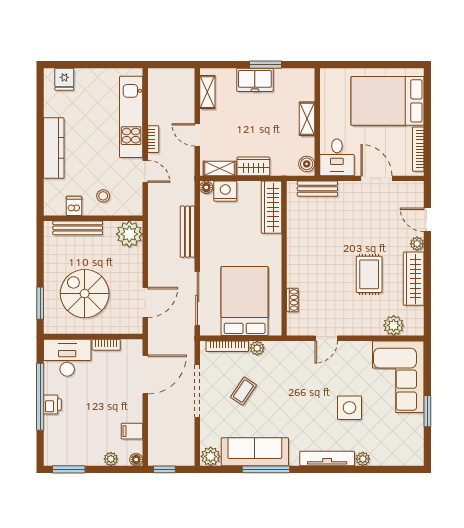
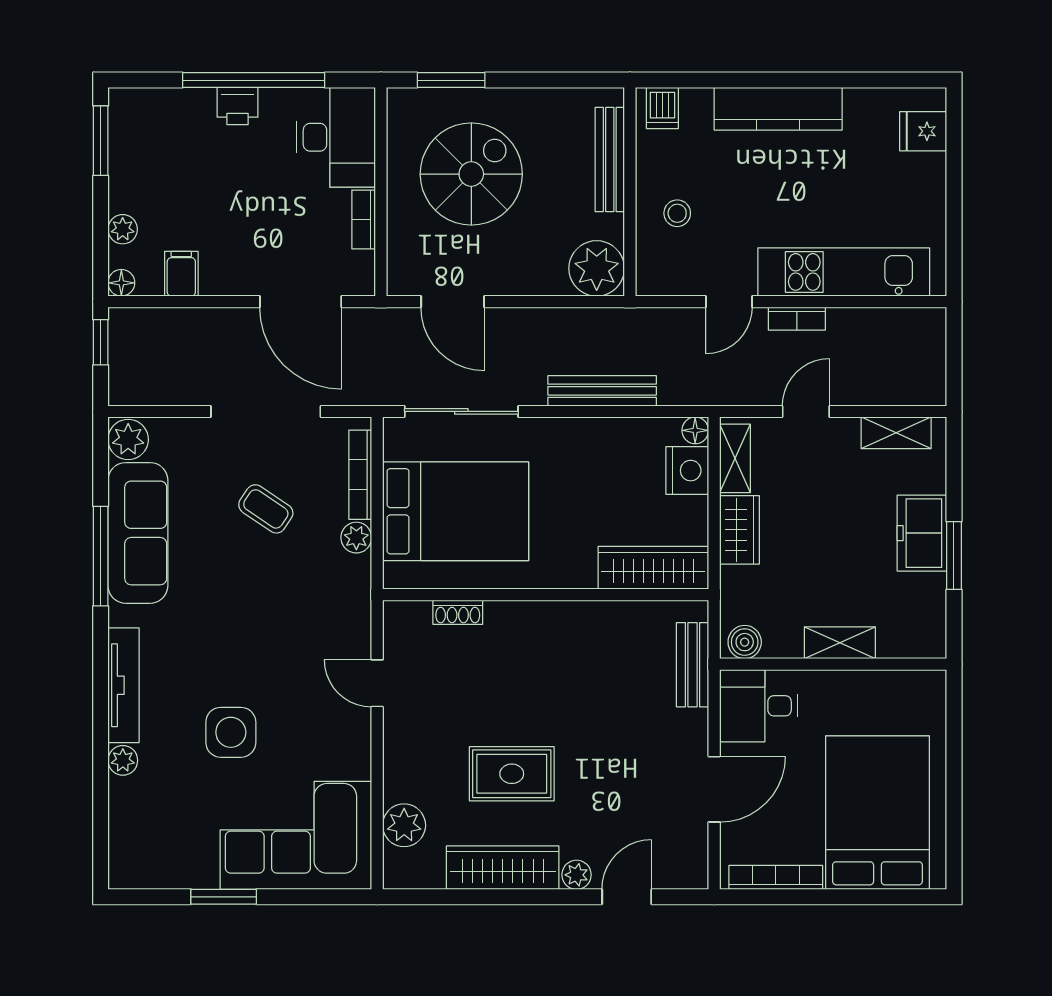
dishwasher: (74, 206) -> (662, 108), moved, turned 90

